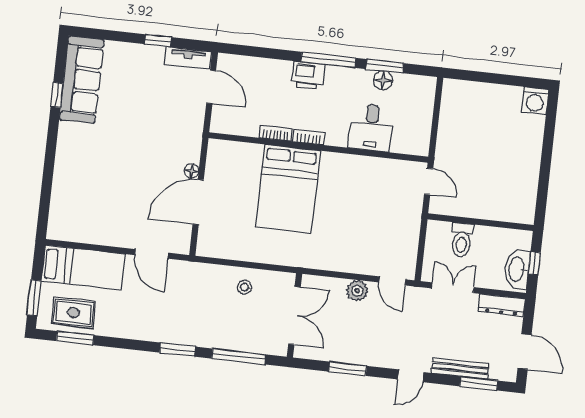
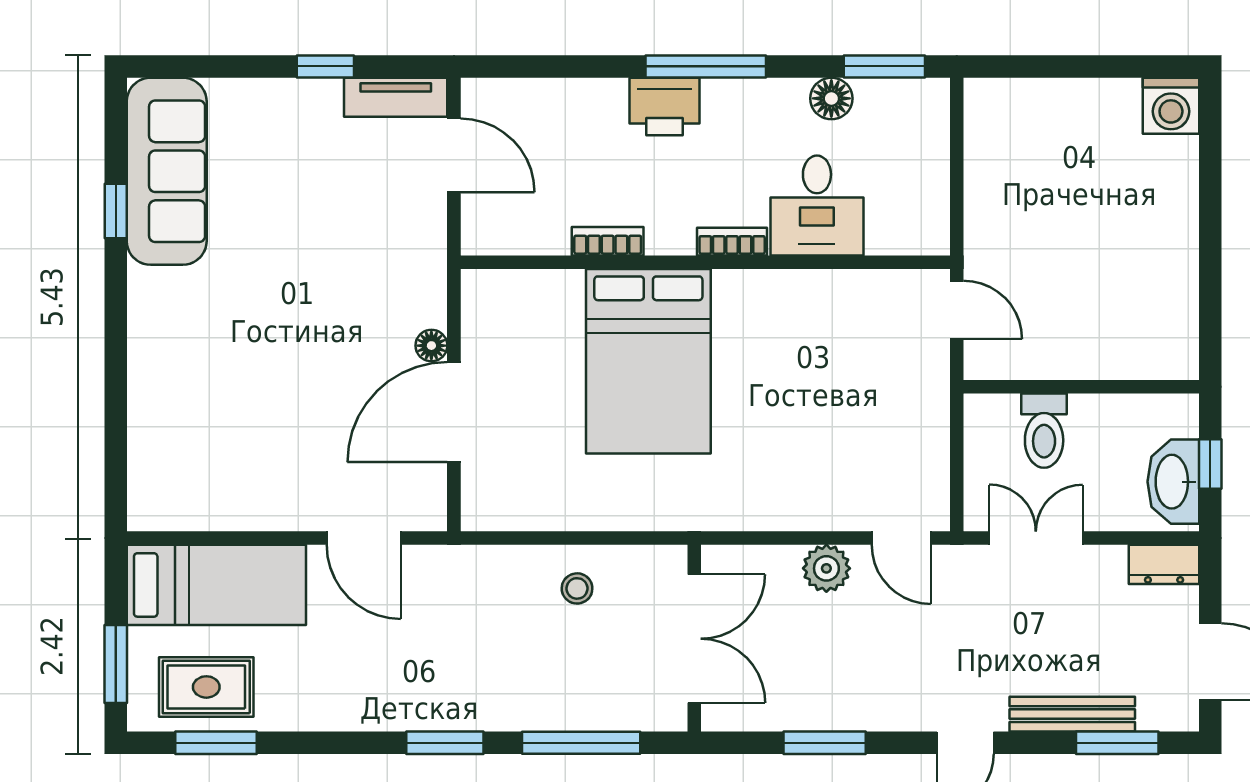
window: (385, 66) -> (884, 66), moved
bookcase: (309, 137) -> (732, 242), moved
dresser: (502, 305) -> (1164, 564), width x0.70

